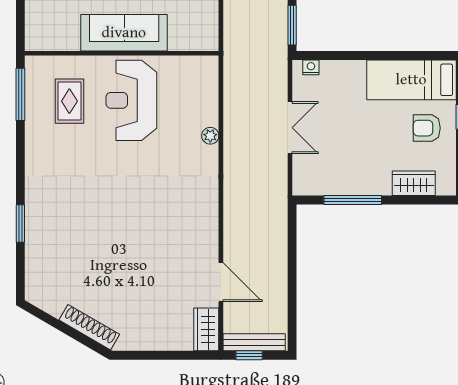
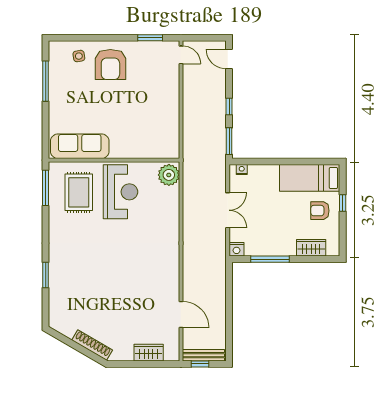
sofa: (124, 33) -> (80, 146), moved
reception desk: (131, 100) -> (121, 192), turned 180
rug: (69, 101) -> (79, 192), width x1.36, depth x1.43
plant: (210, 136) -> (169, 175), moved, width x1.87, depth x1.87
nightstand: (303, 185) -> (237, 249), added
wardrobe: (206, 329) -> (149, 353), moved, turned 90

